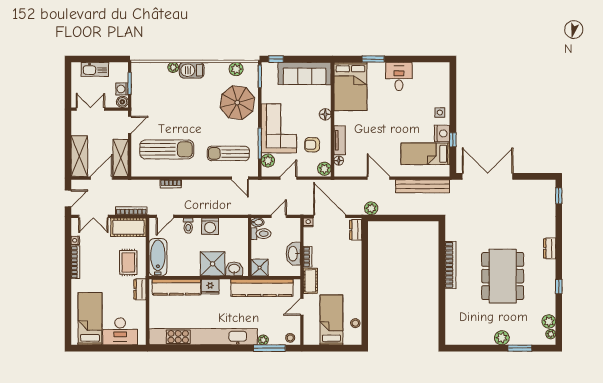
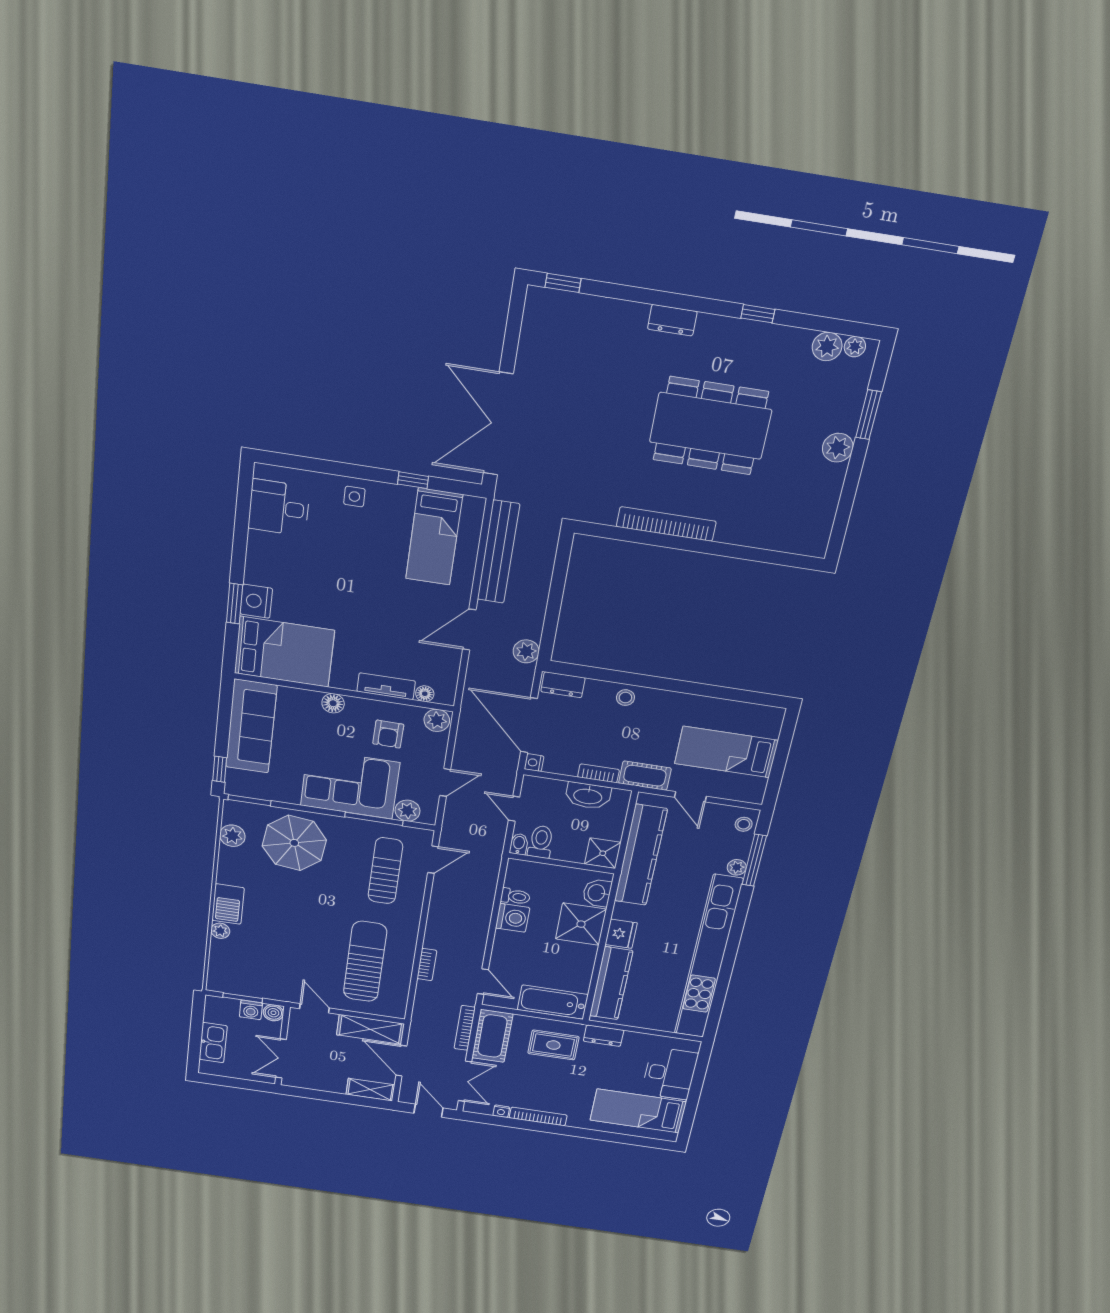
desk: (399, 76) -> (279, 508), moved
nightstand: (442, 133) -> (256, 601), moved, turned -90
sun lounger: (228, 153) -> (385, 871), turned 180
shelving: (79, 156) -> (370, 1090), width x0.67, depth x0.75
door: (288, 178) -> (445, 782), swing flipped
door: (330, 216) -> (529, 725), hinge flipped
toilet: (188, 226) -> (515, 896), moved
stool: (355, 323) -> (625, 698), moved

